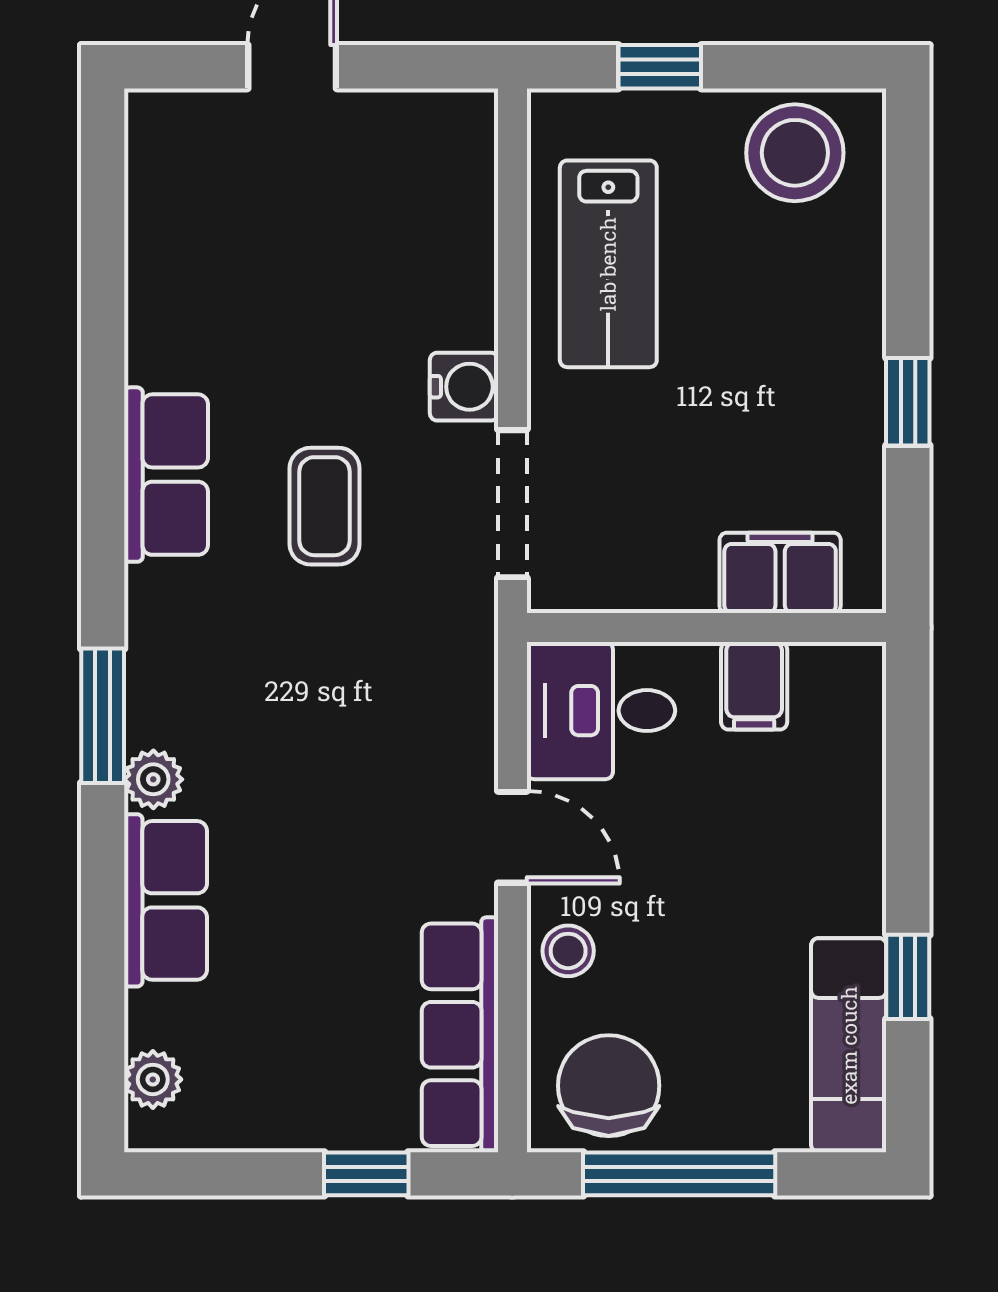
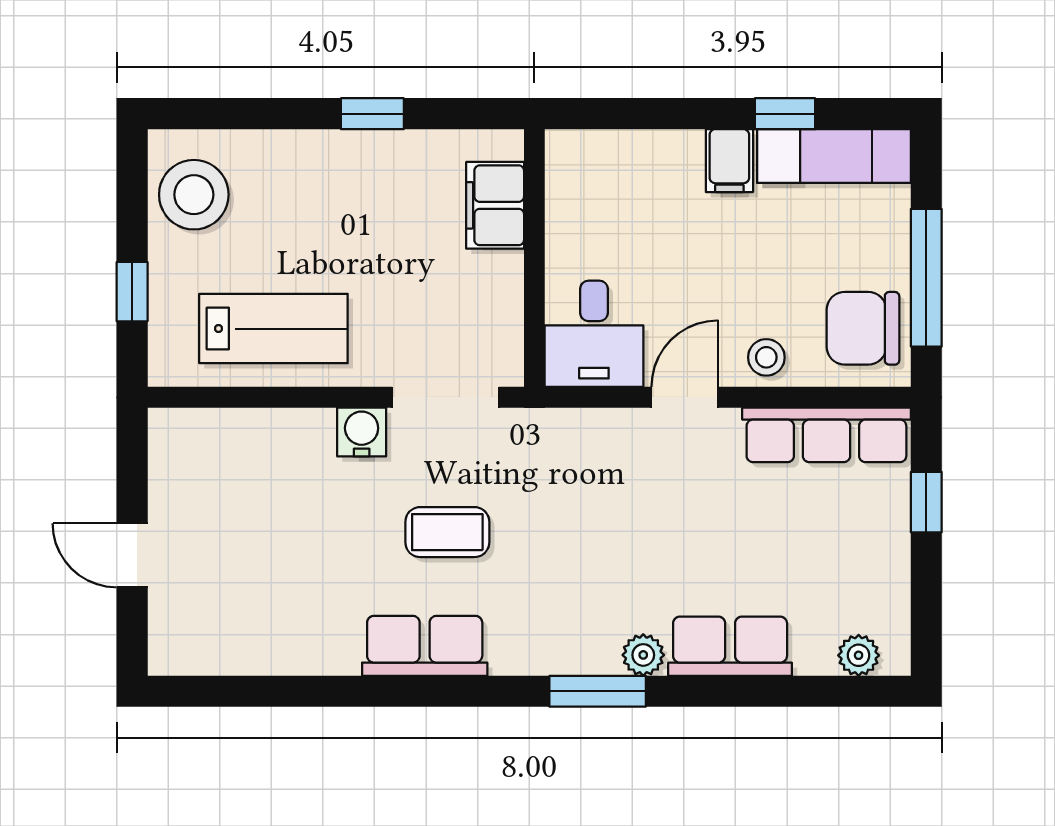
filing cabinet: (754, 686) -> (729, 161), moved, turned 90

